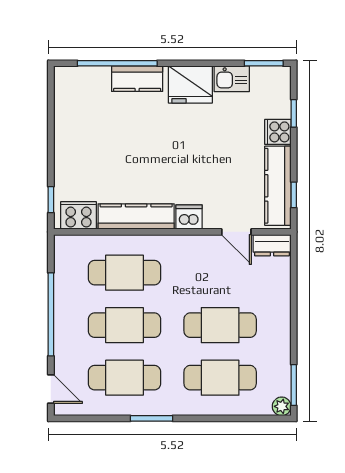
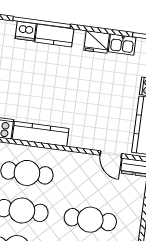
fridge: (190, 85) -> (97, 42), width x0.73, depth x0.75
dishwasher: (189, 217) -> (26, 31), moved, turned 180

